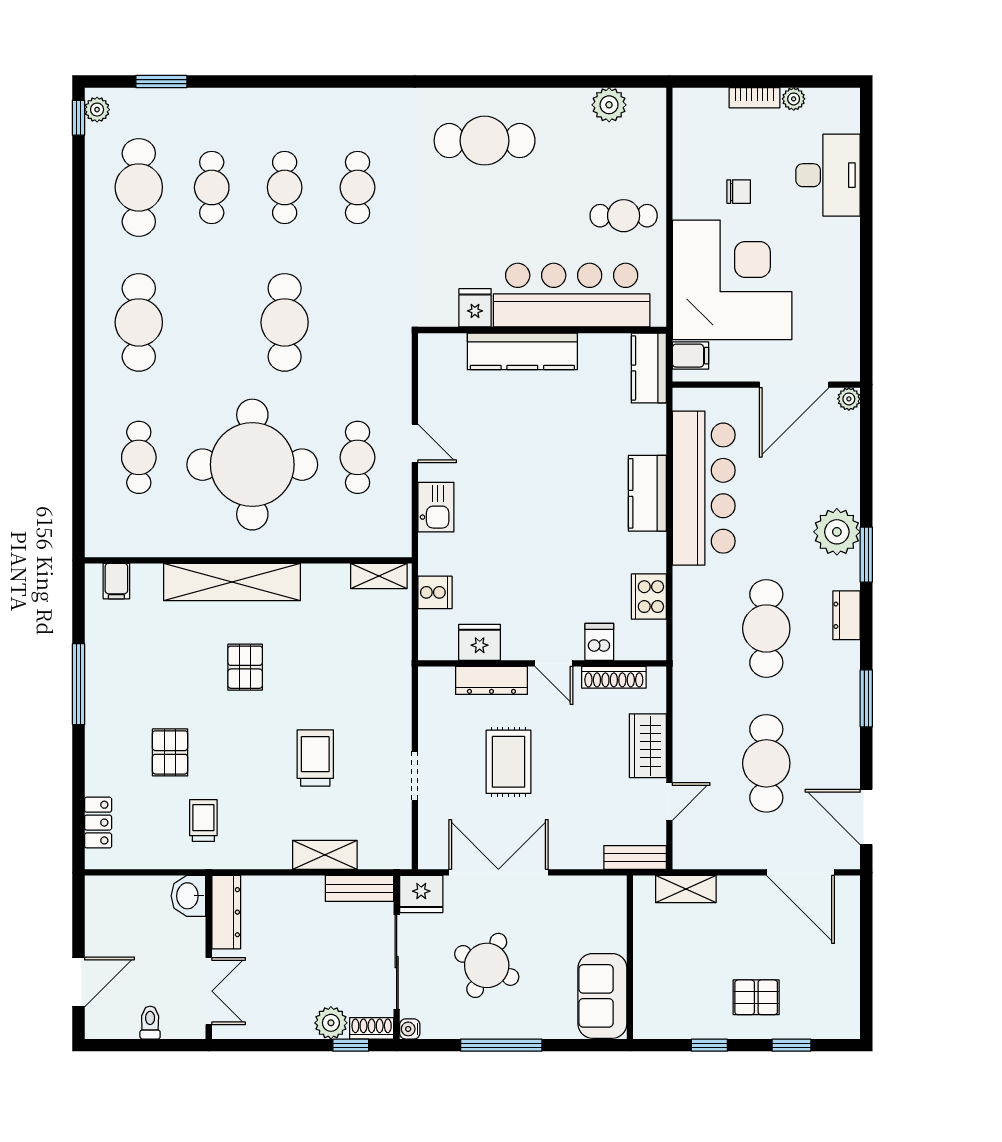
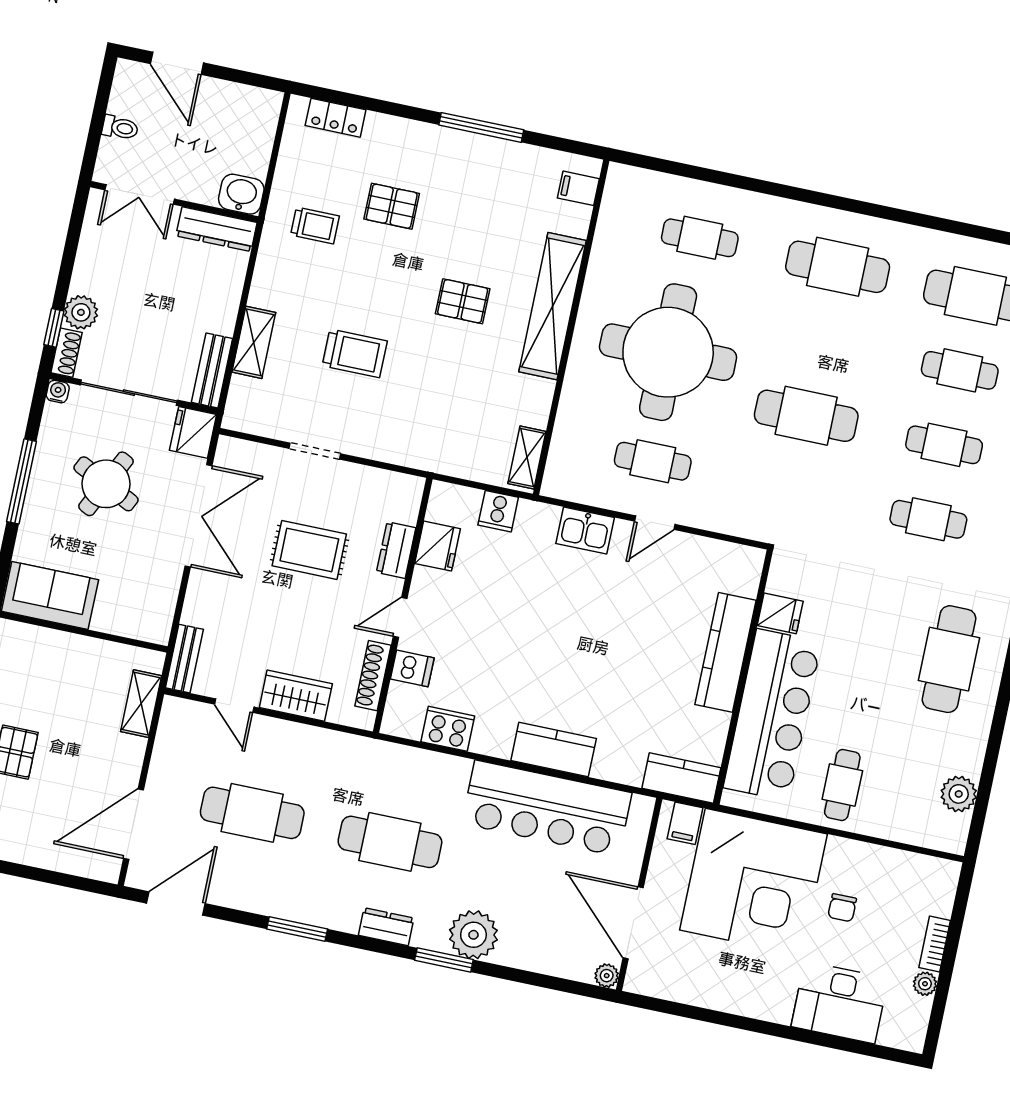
dresser: (491, 680) -> (396, 550), width x0.70

